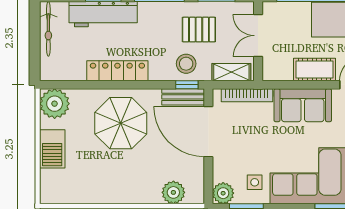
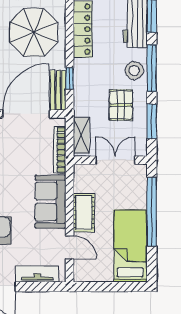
stool: (186, 64) -> (134, 71), moved
window: (187, 85) -> (70, 78), moved

